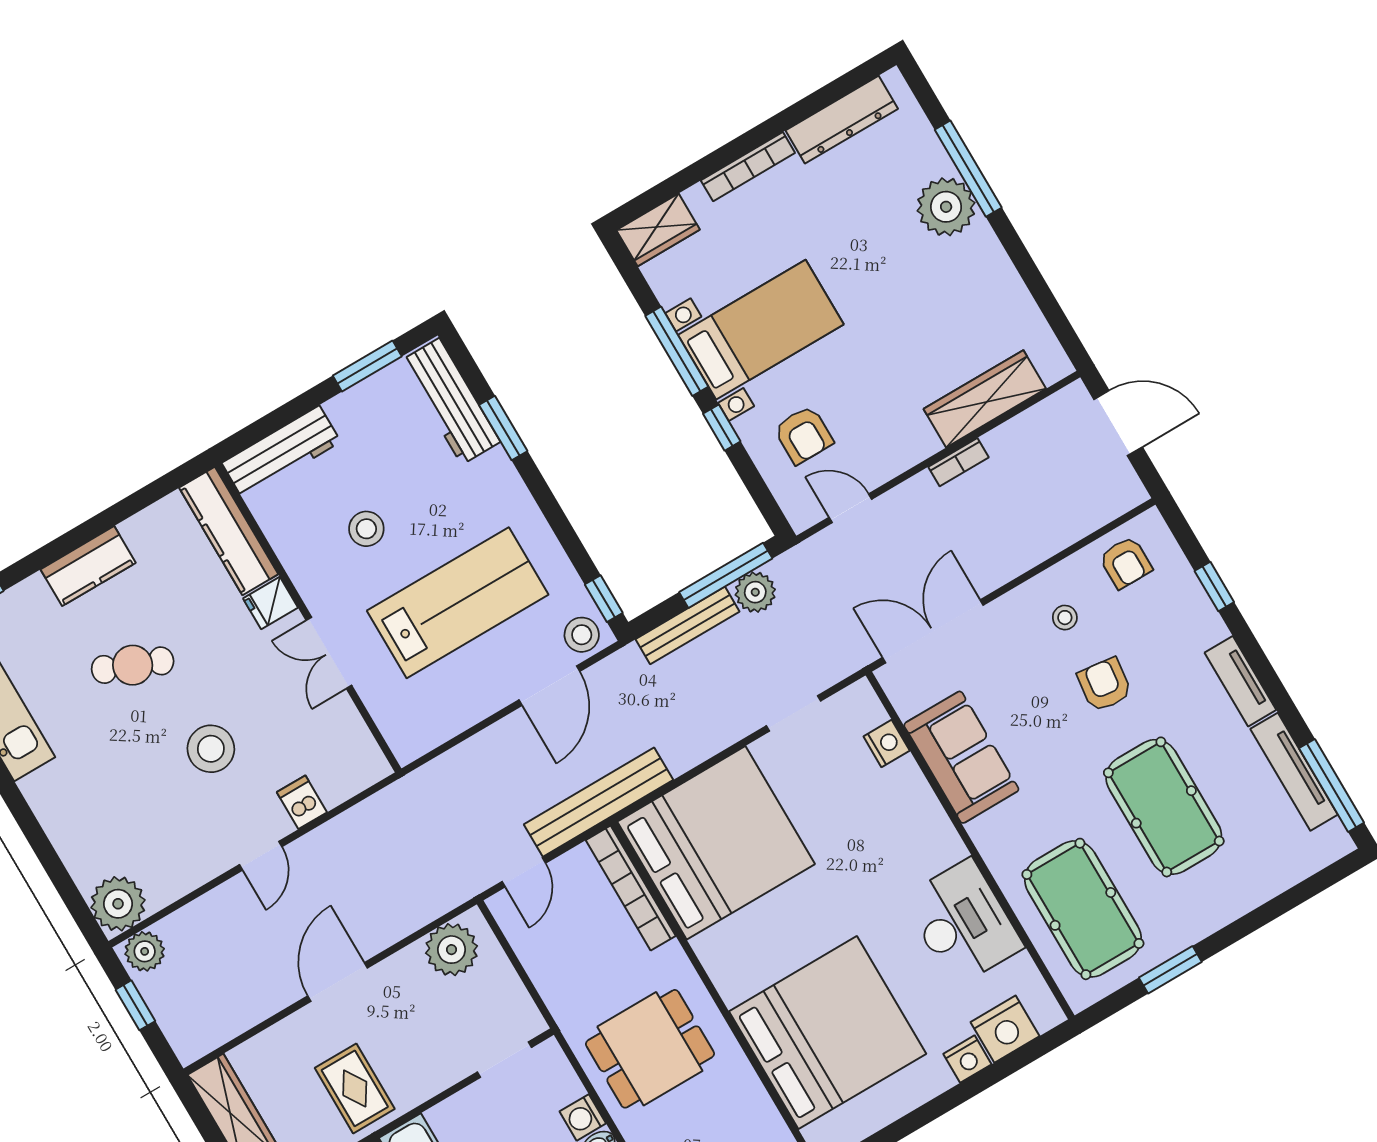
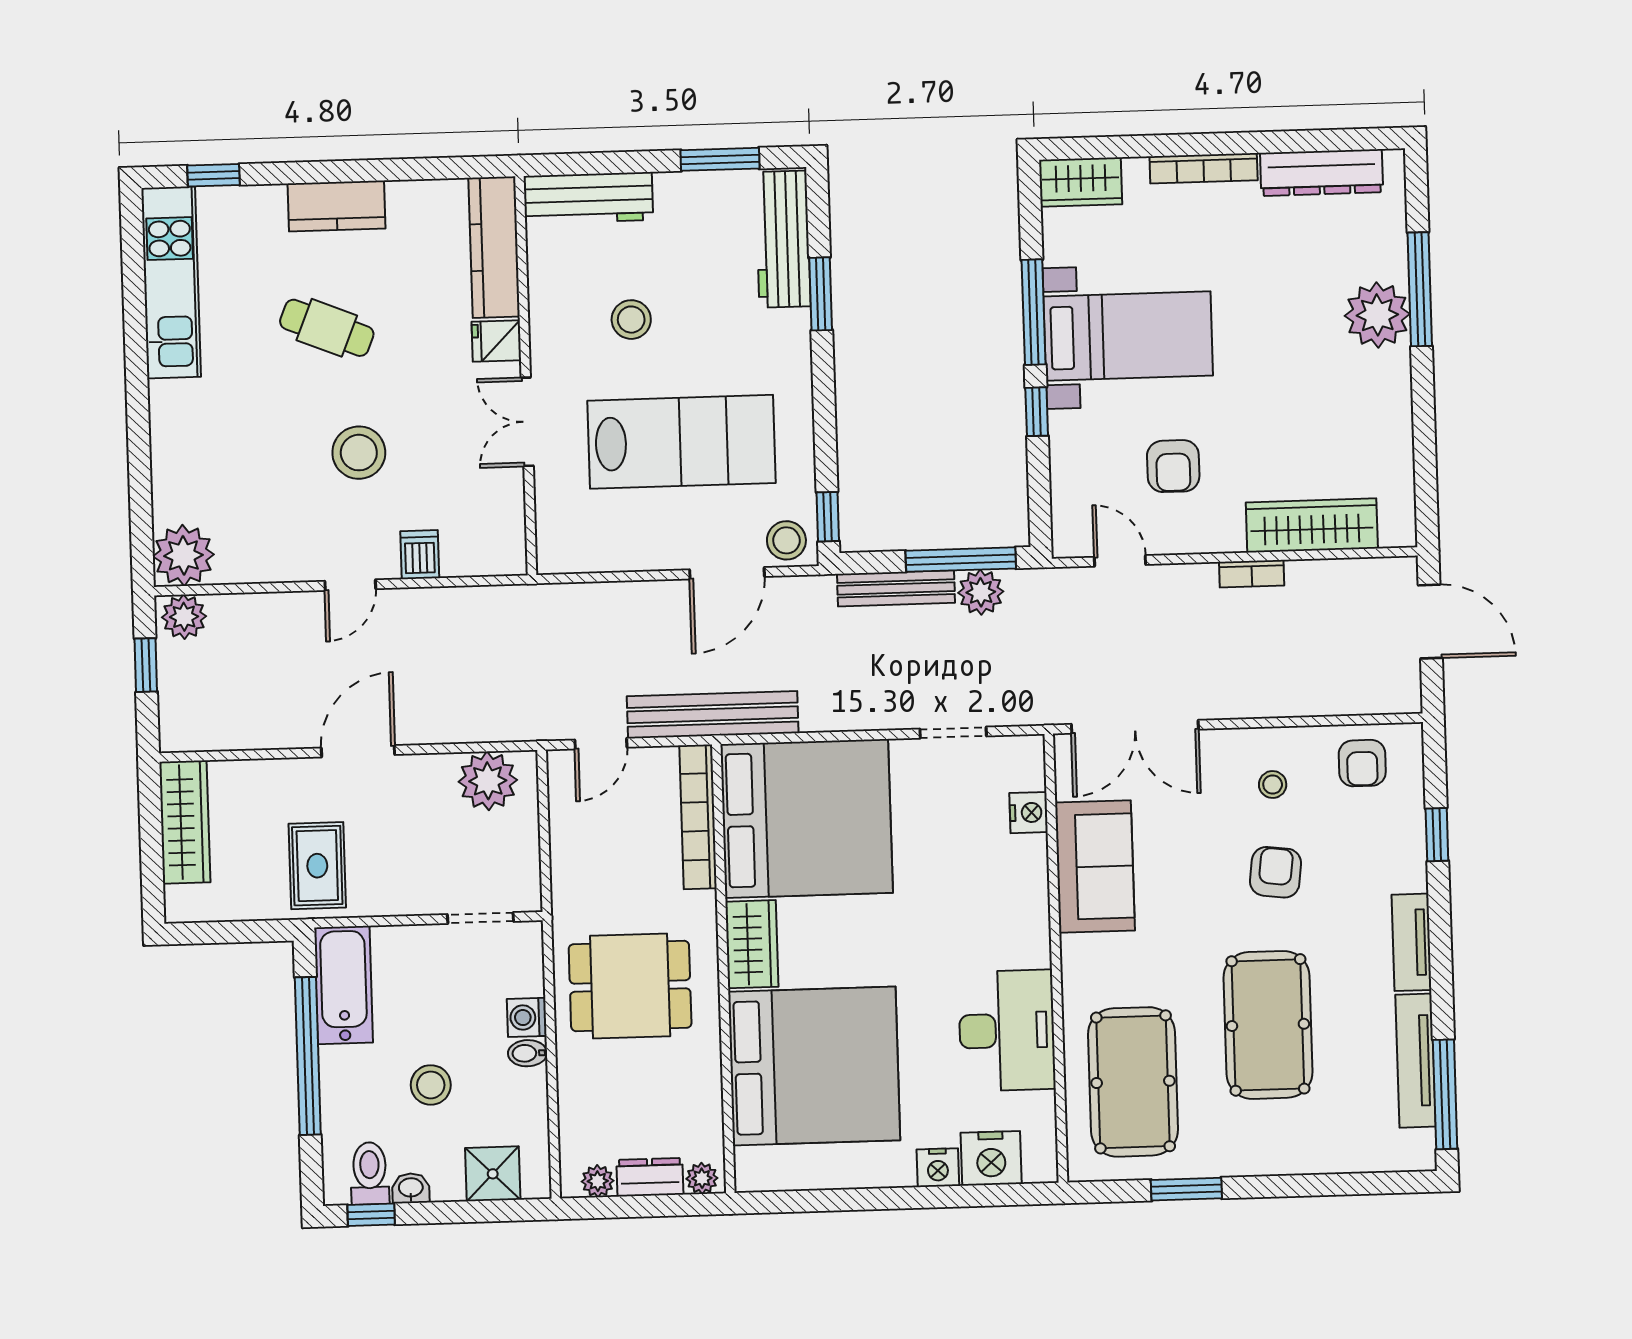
armchair: (803, 435) -> (1173, 466), moved
double door: (933, 631) -> (1135, 727), swing flipped
wardrobe: (727, 964) -> (752, 944), added

